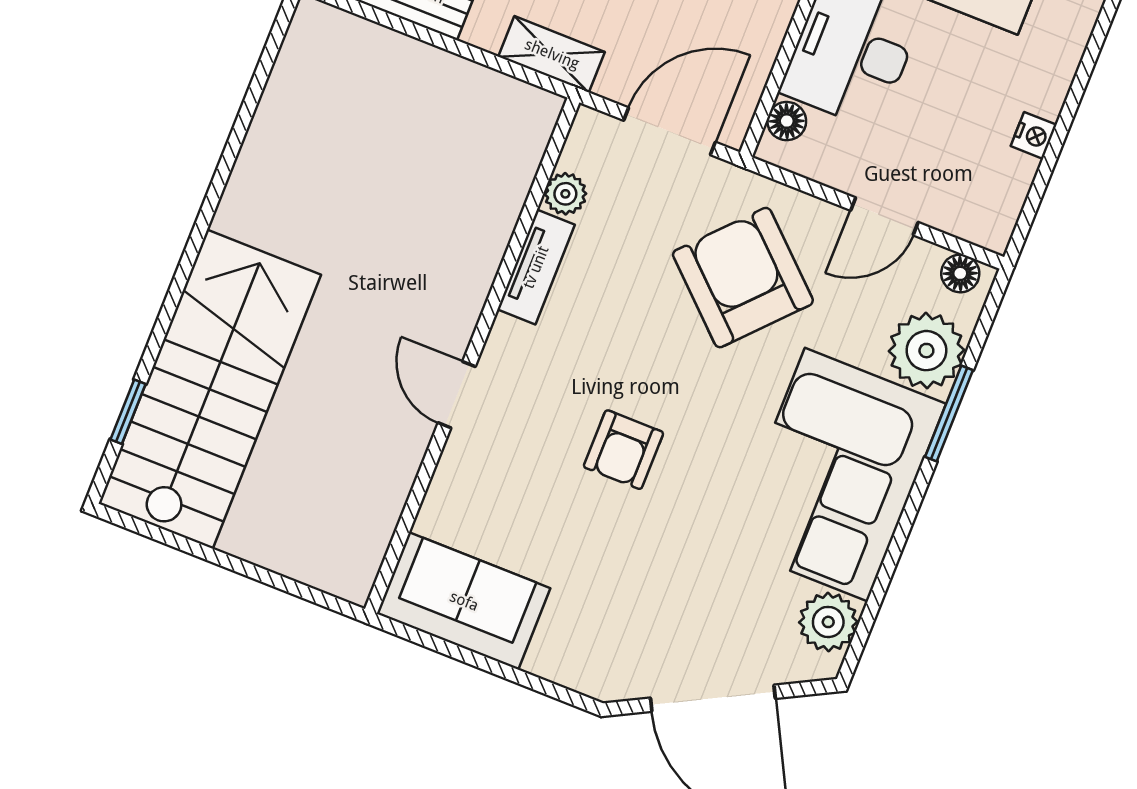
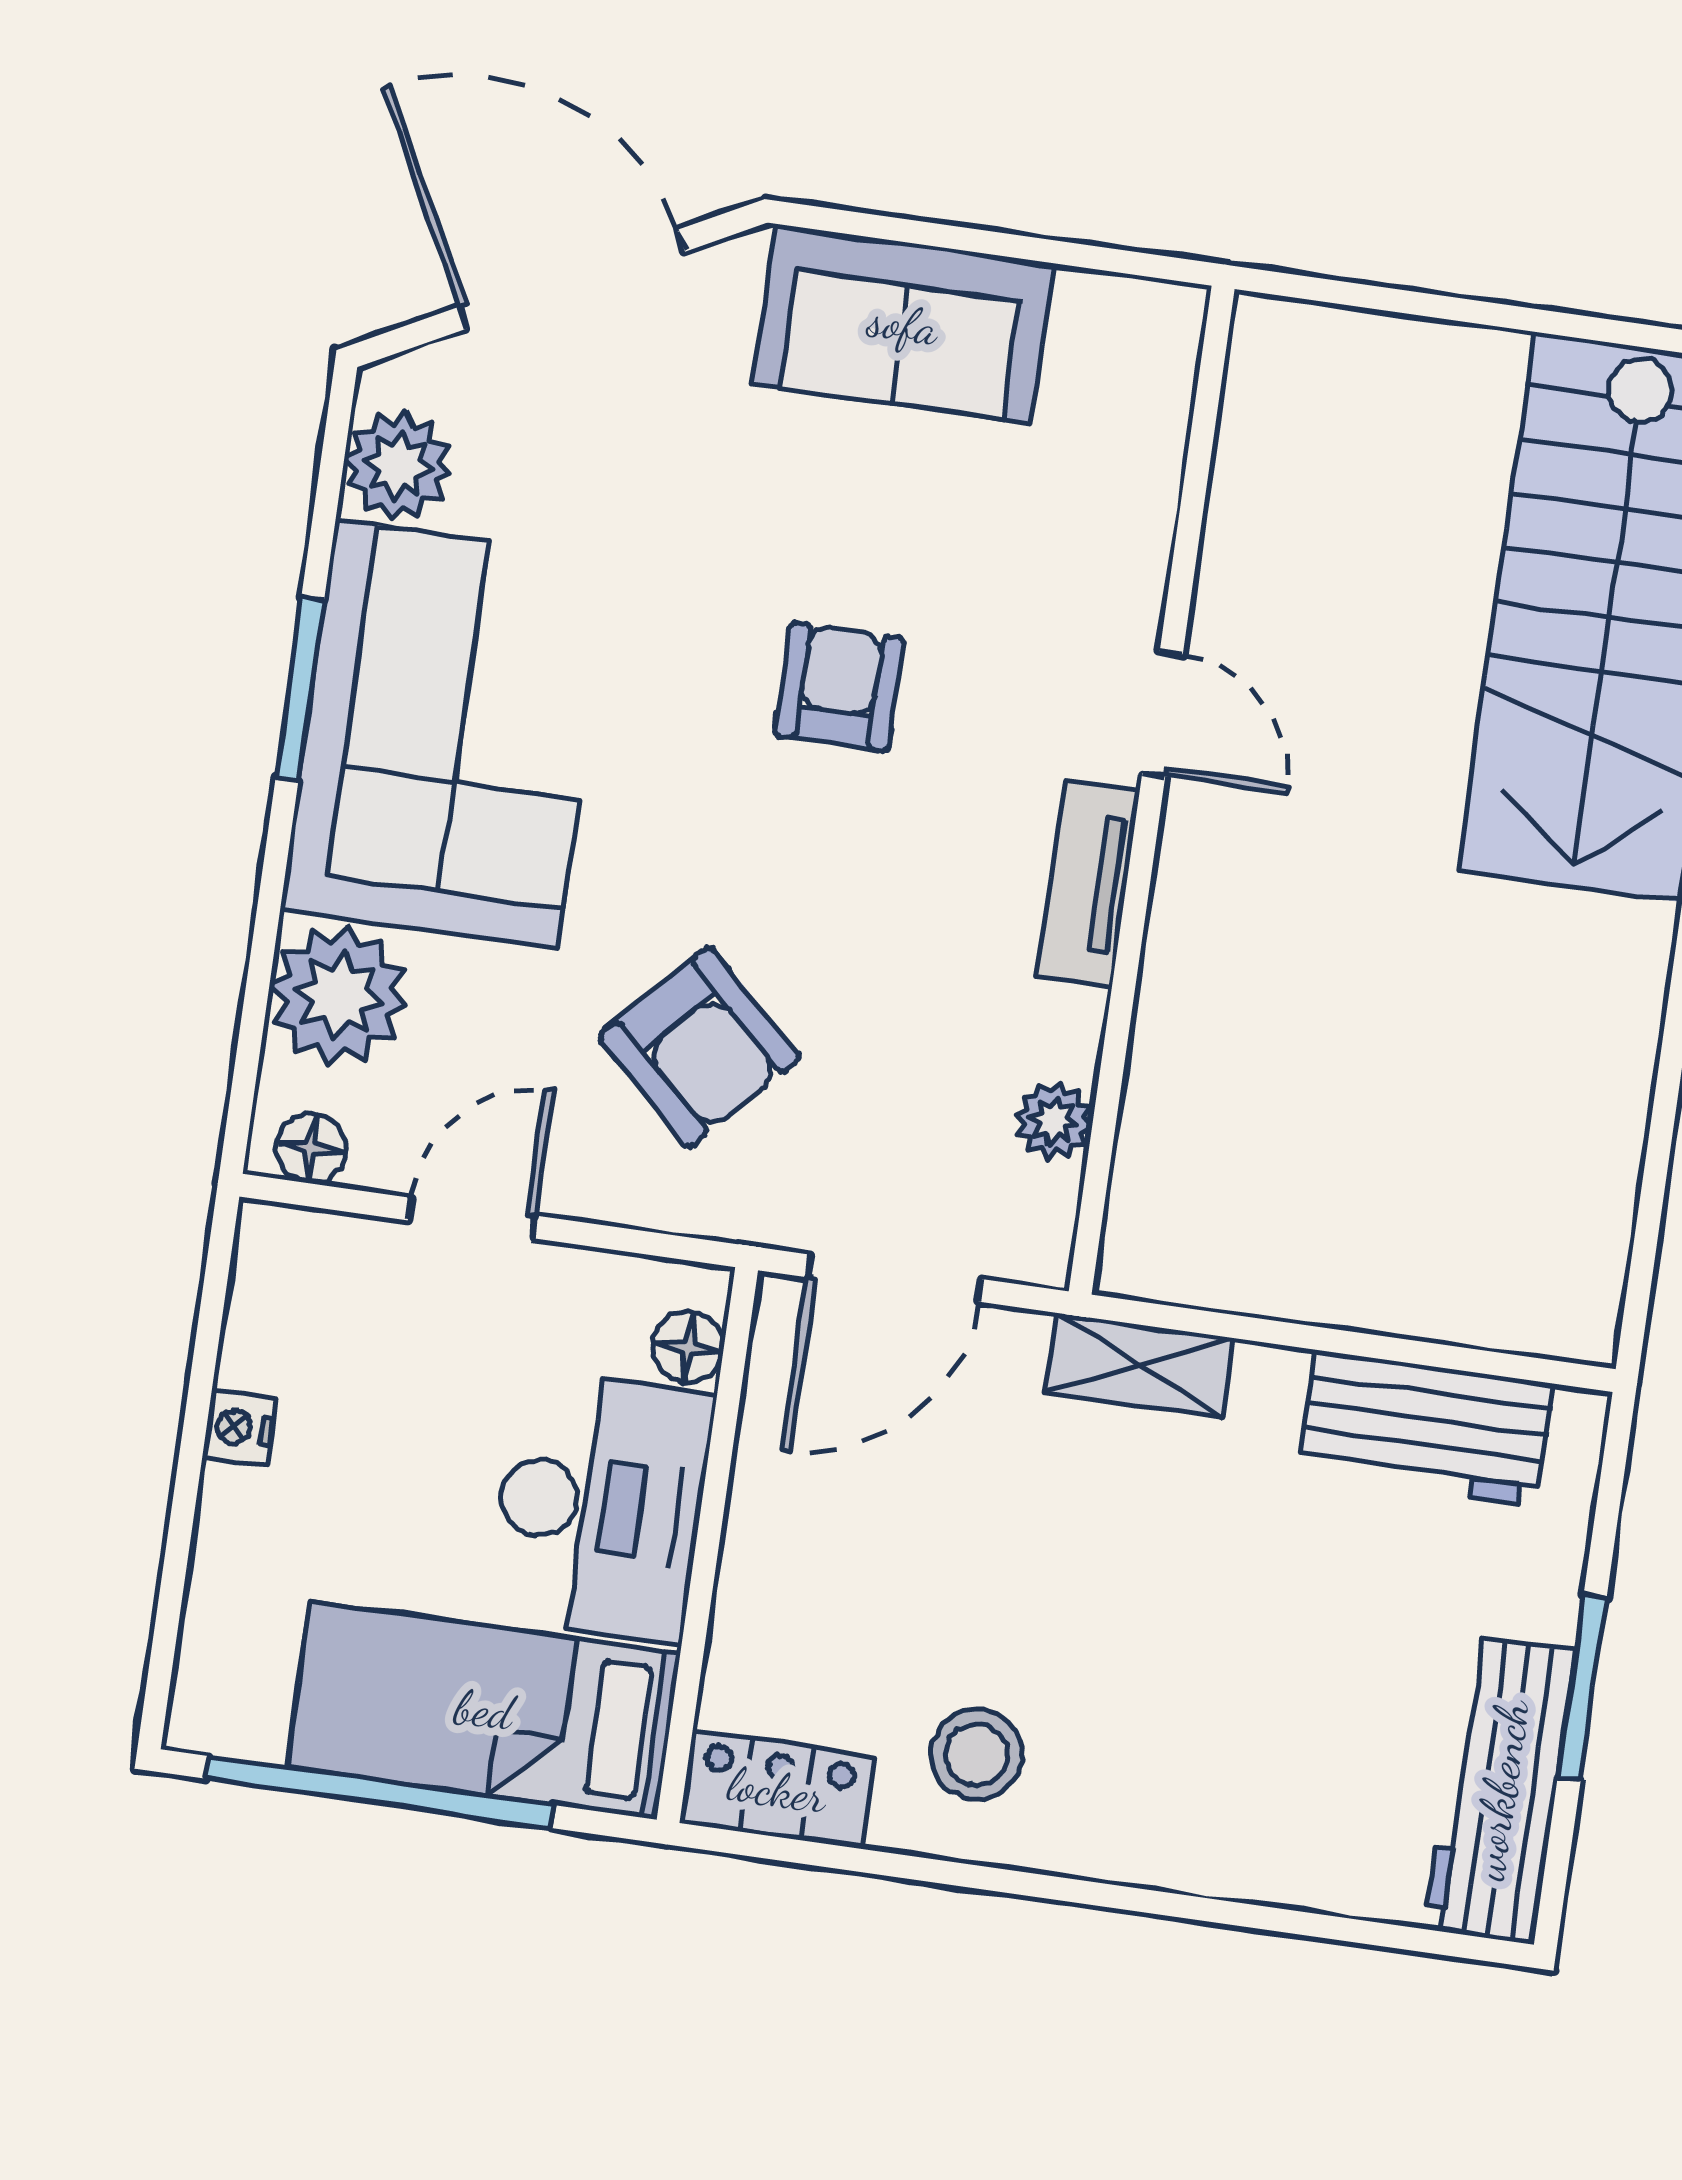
tv unit: (536, 267) -> (1089, 882), moved
armchair: (743, 278) -> (699, 1047), width x0.73, depth x0.73
window: (949, 413) -> (300, 689), moved
sofa: (464, 601) -> (903, 324), moved

